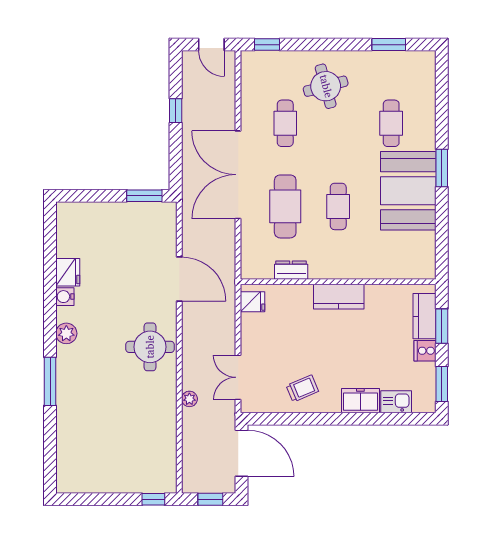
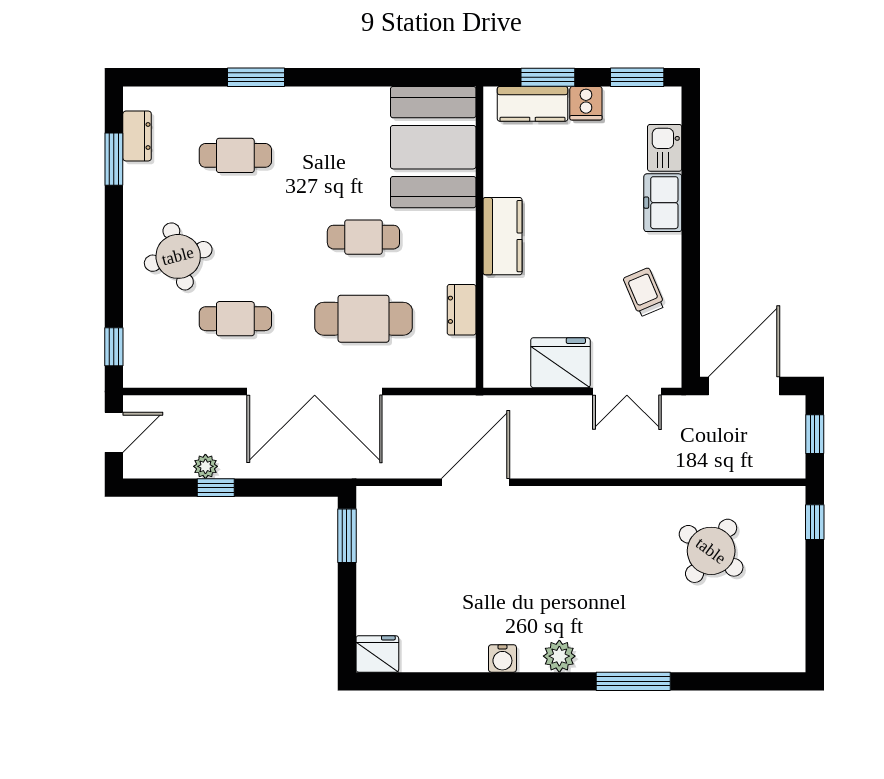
dresser: (404, 60) -> (137, 136), added
window: (442, 168) -> (256, 77), moved
booth: (408, 191) -> (433, 147), moved, turned 90
fridge: (68, 272) -> (377, 654), moved
fridge: (253, 302) -> (560, 363), moved, width x1.88, depth x1.34
round table: (150, 347) -> (711, 551), moved, turned 36
plant: (189, 399) -> (205, 466), moved

